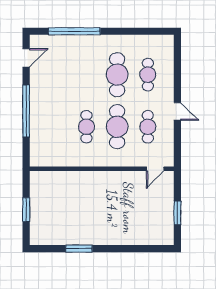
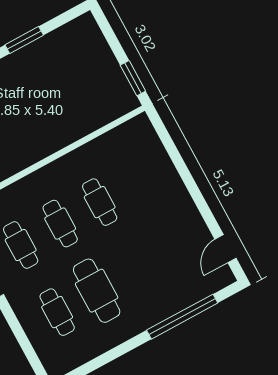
window: (26, 111) -> (188, 180), removed
cafe table: (117, 127) -> (60, 224), width x0.73, depth x0.74
window: (26, 210) -> (133, 78), moved

